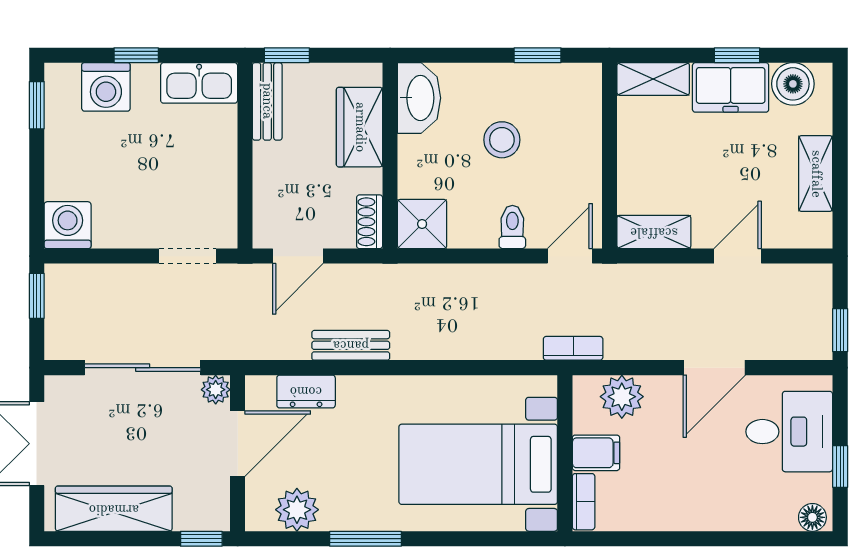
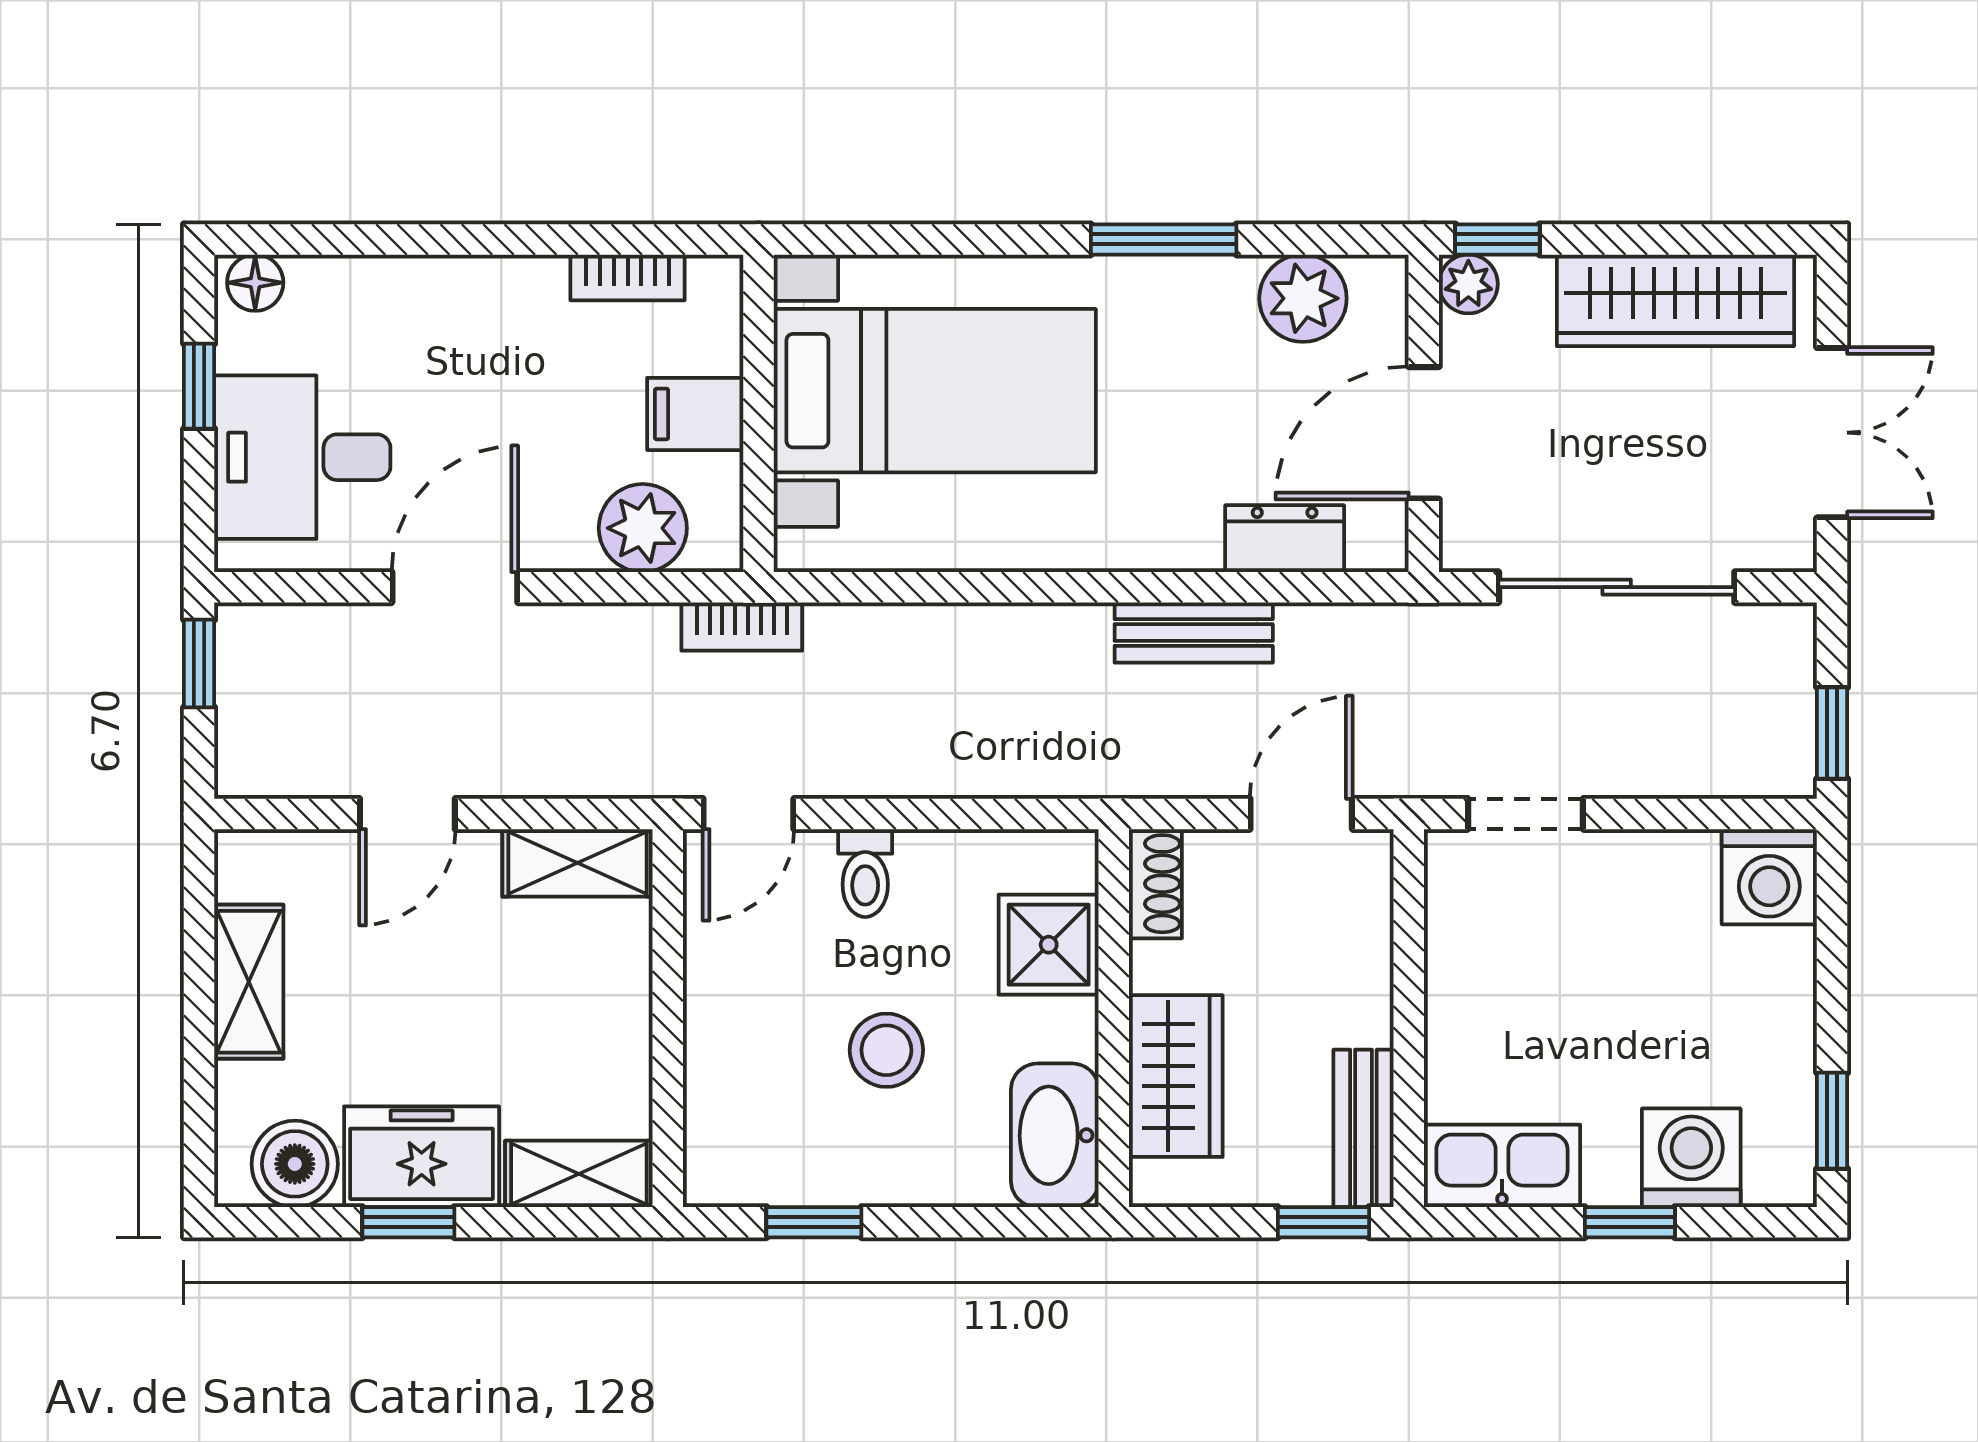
shower: (422, 224) -> (1049, 945), moved
plant: (216, 390) -> (1468, 284), moved
bookcase: (584, 502) -> (628, 277), moved, turned -90

